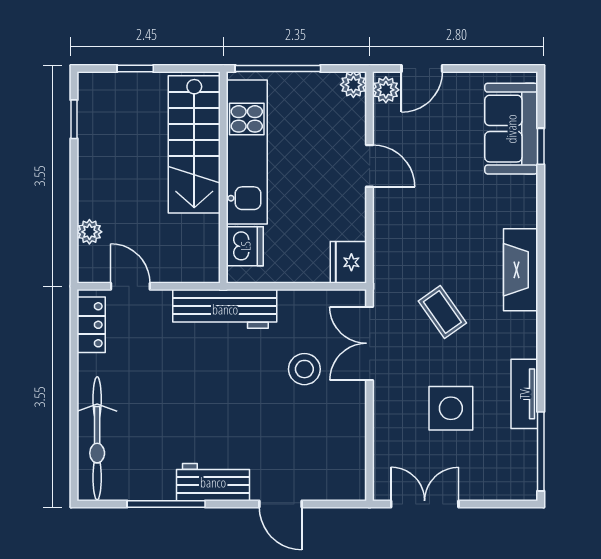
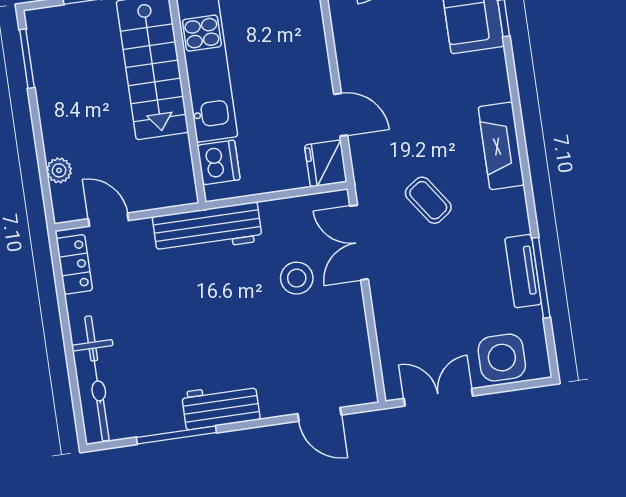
window: (74, 119) -> (27, 59), width x1.50
door: (370, 166) -> (341, 115), moved
side table: (451, 408) -> (502, 358), moved
window: (541, 451) -> (541, 278), moved
door: (280, 504) -> (320, 414), moved

